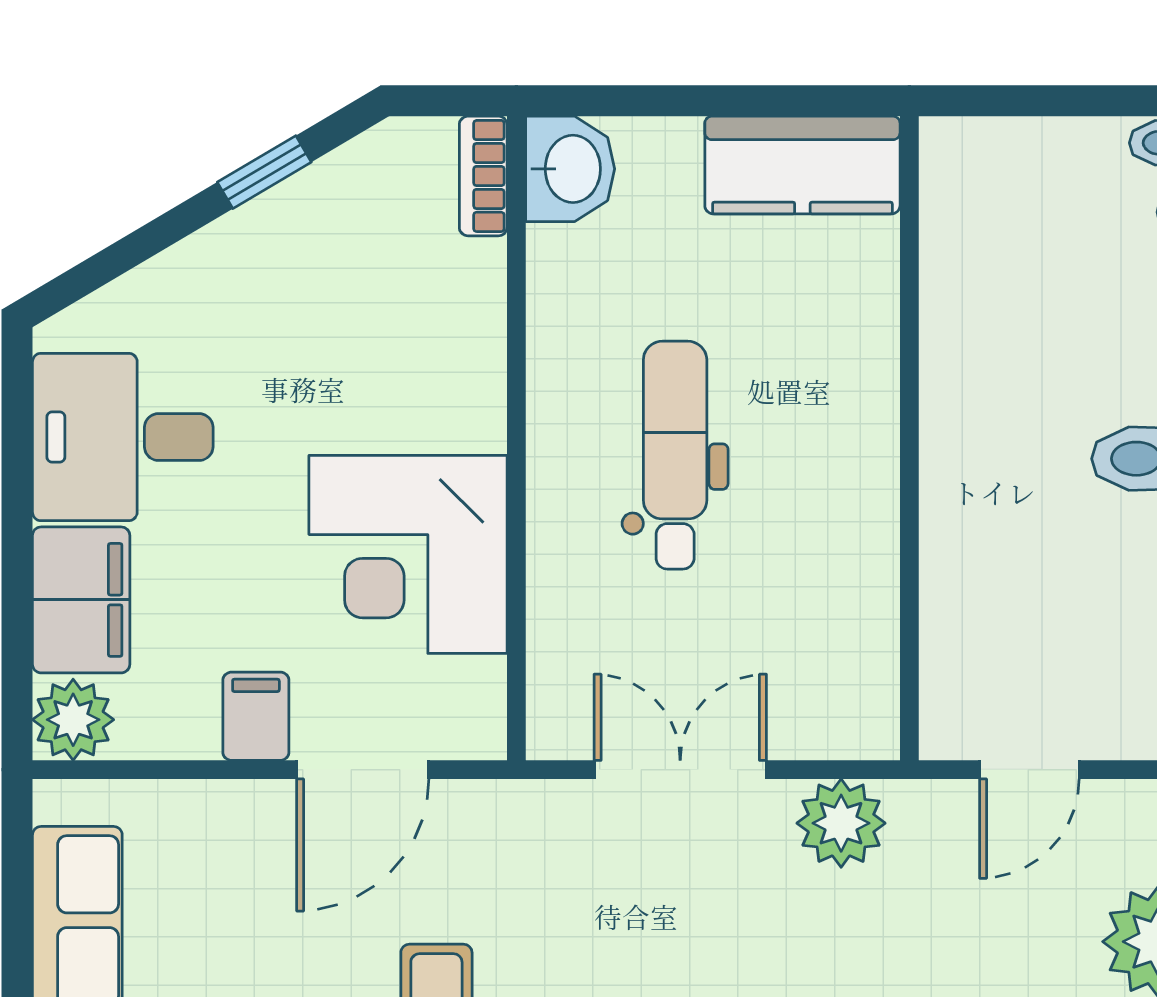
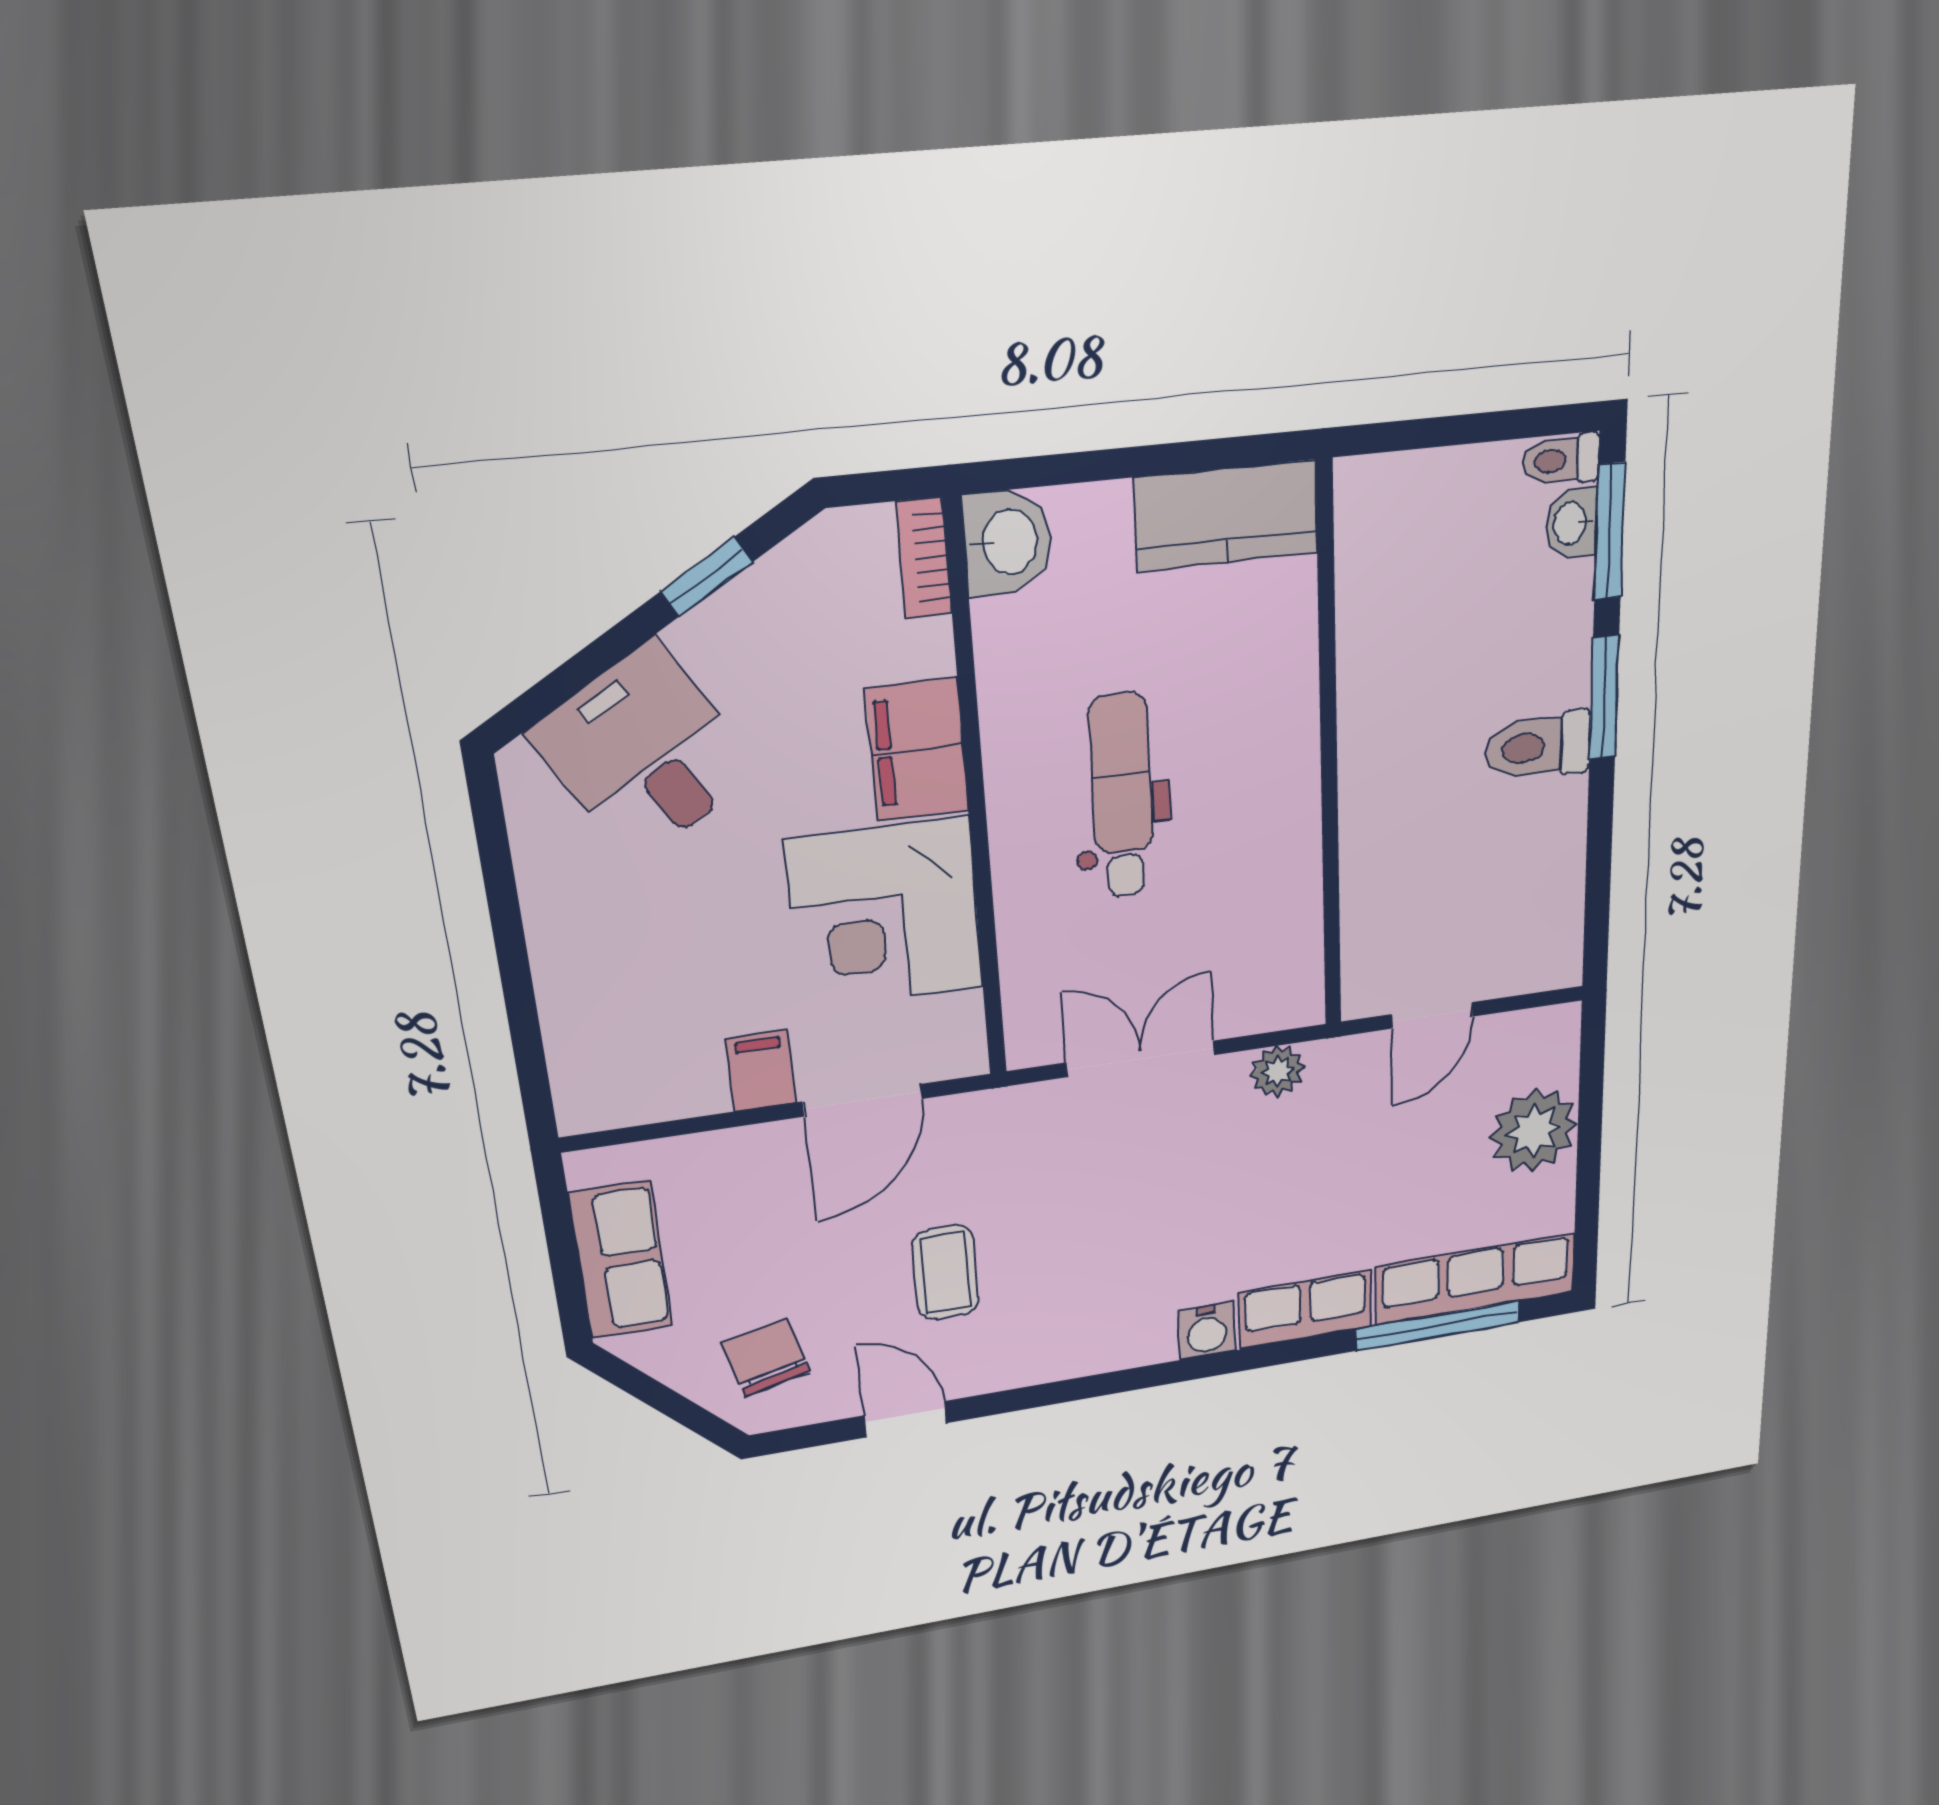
desk: (123, 437) -> (645, 753), moved, turned 59
filing cabinet: (81, 600) -> (917, 750), moved, turned 180
plant: (73, 720) -> (591, 1098), removed
plant: (841, 823) -> (1278, 1071), width x0.73, depth x0.73

